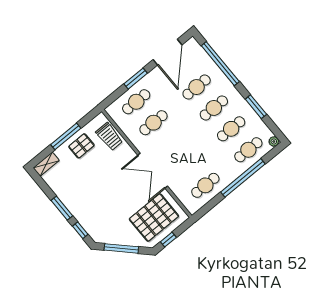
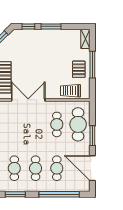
cafe table: (136, 102) -> (78, 124), width x1.37, depth x1.35

